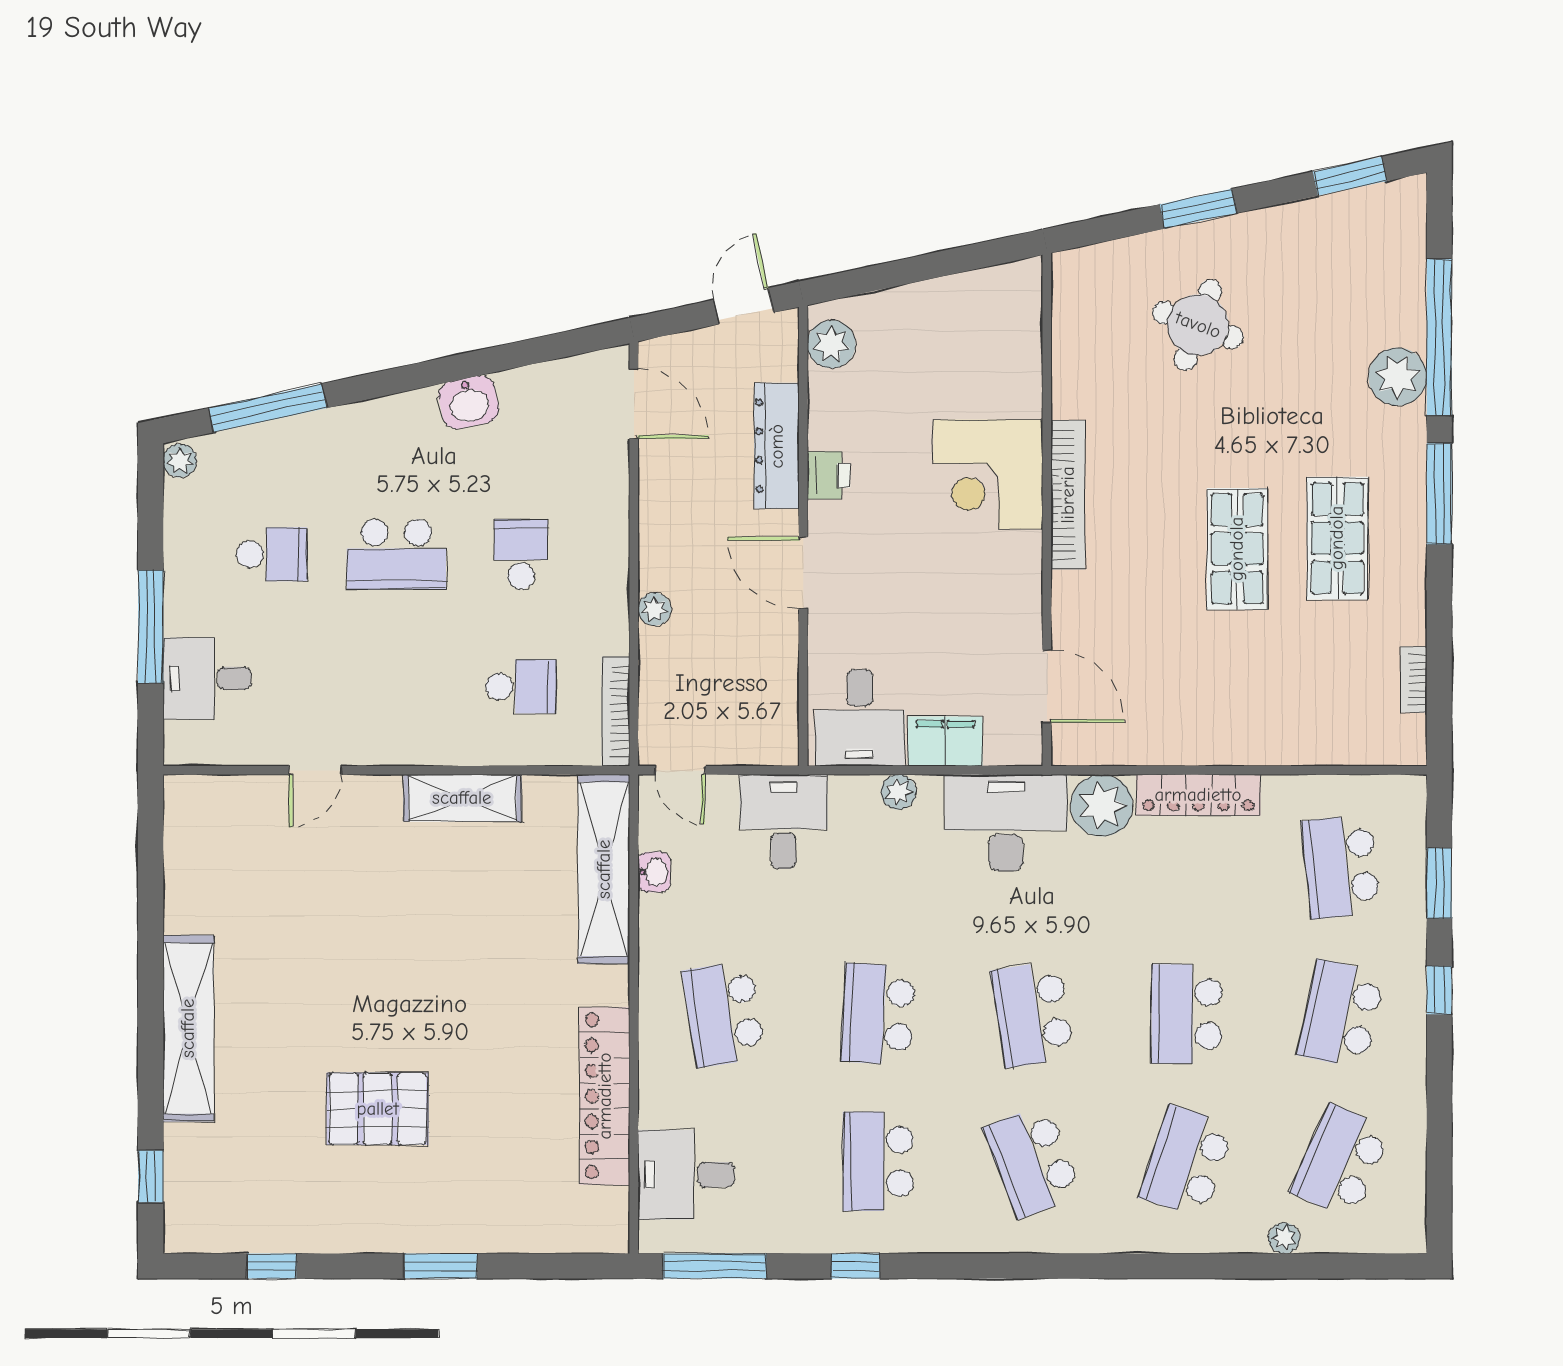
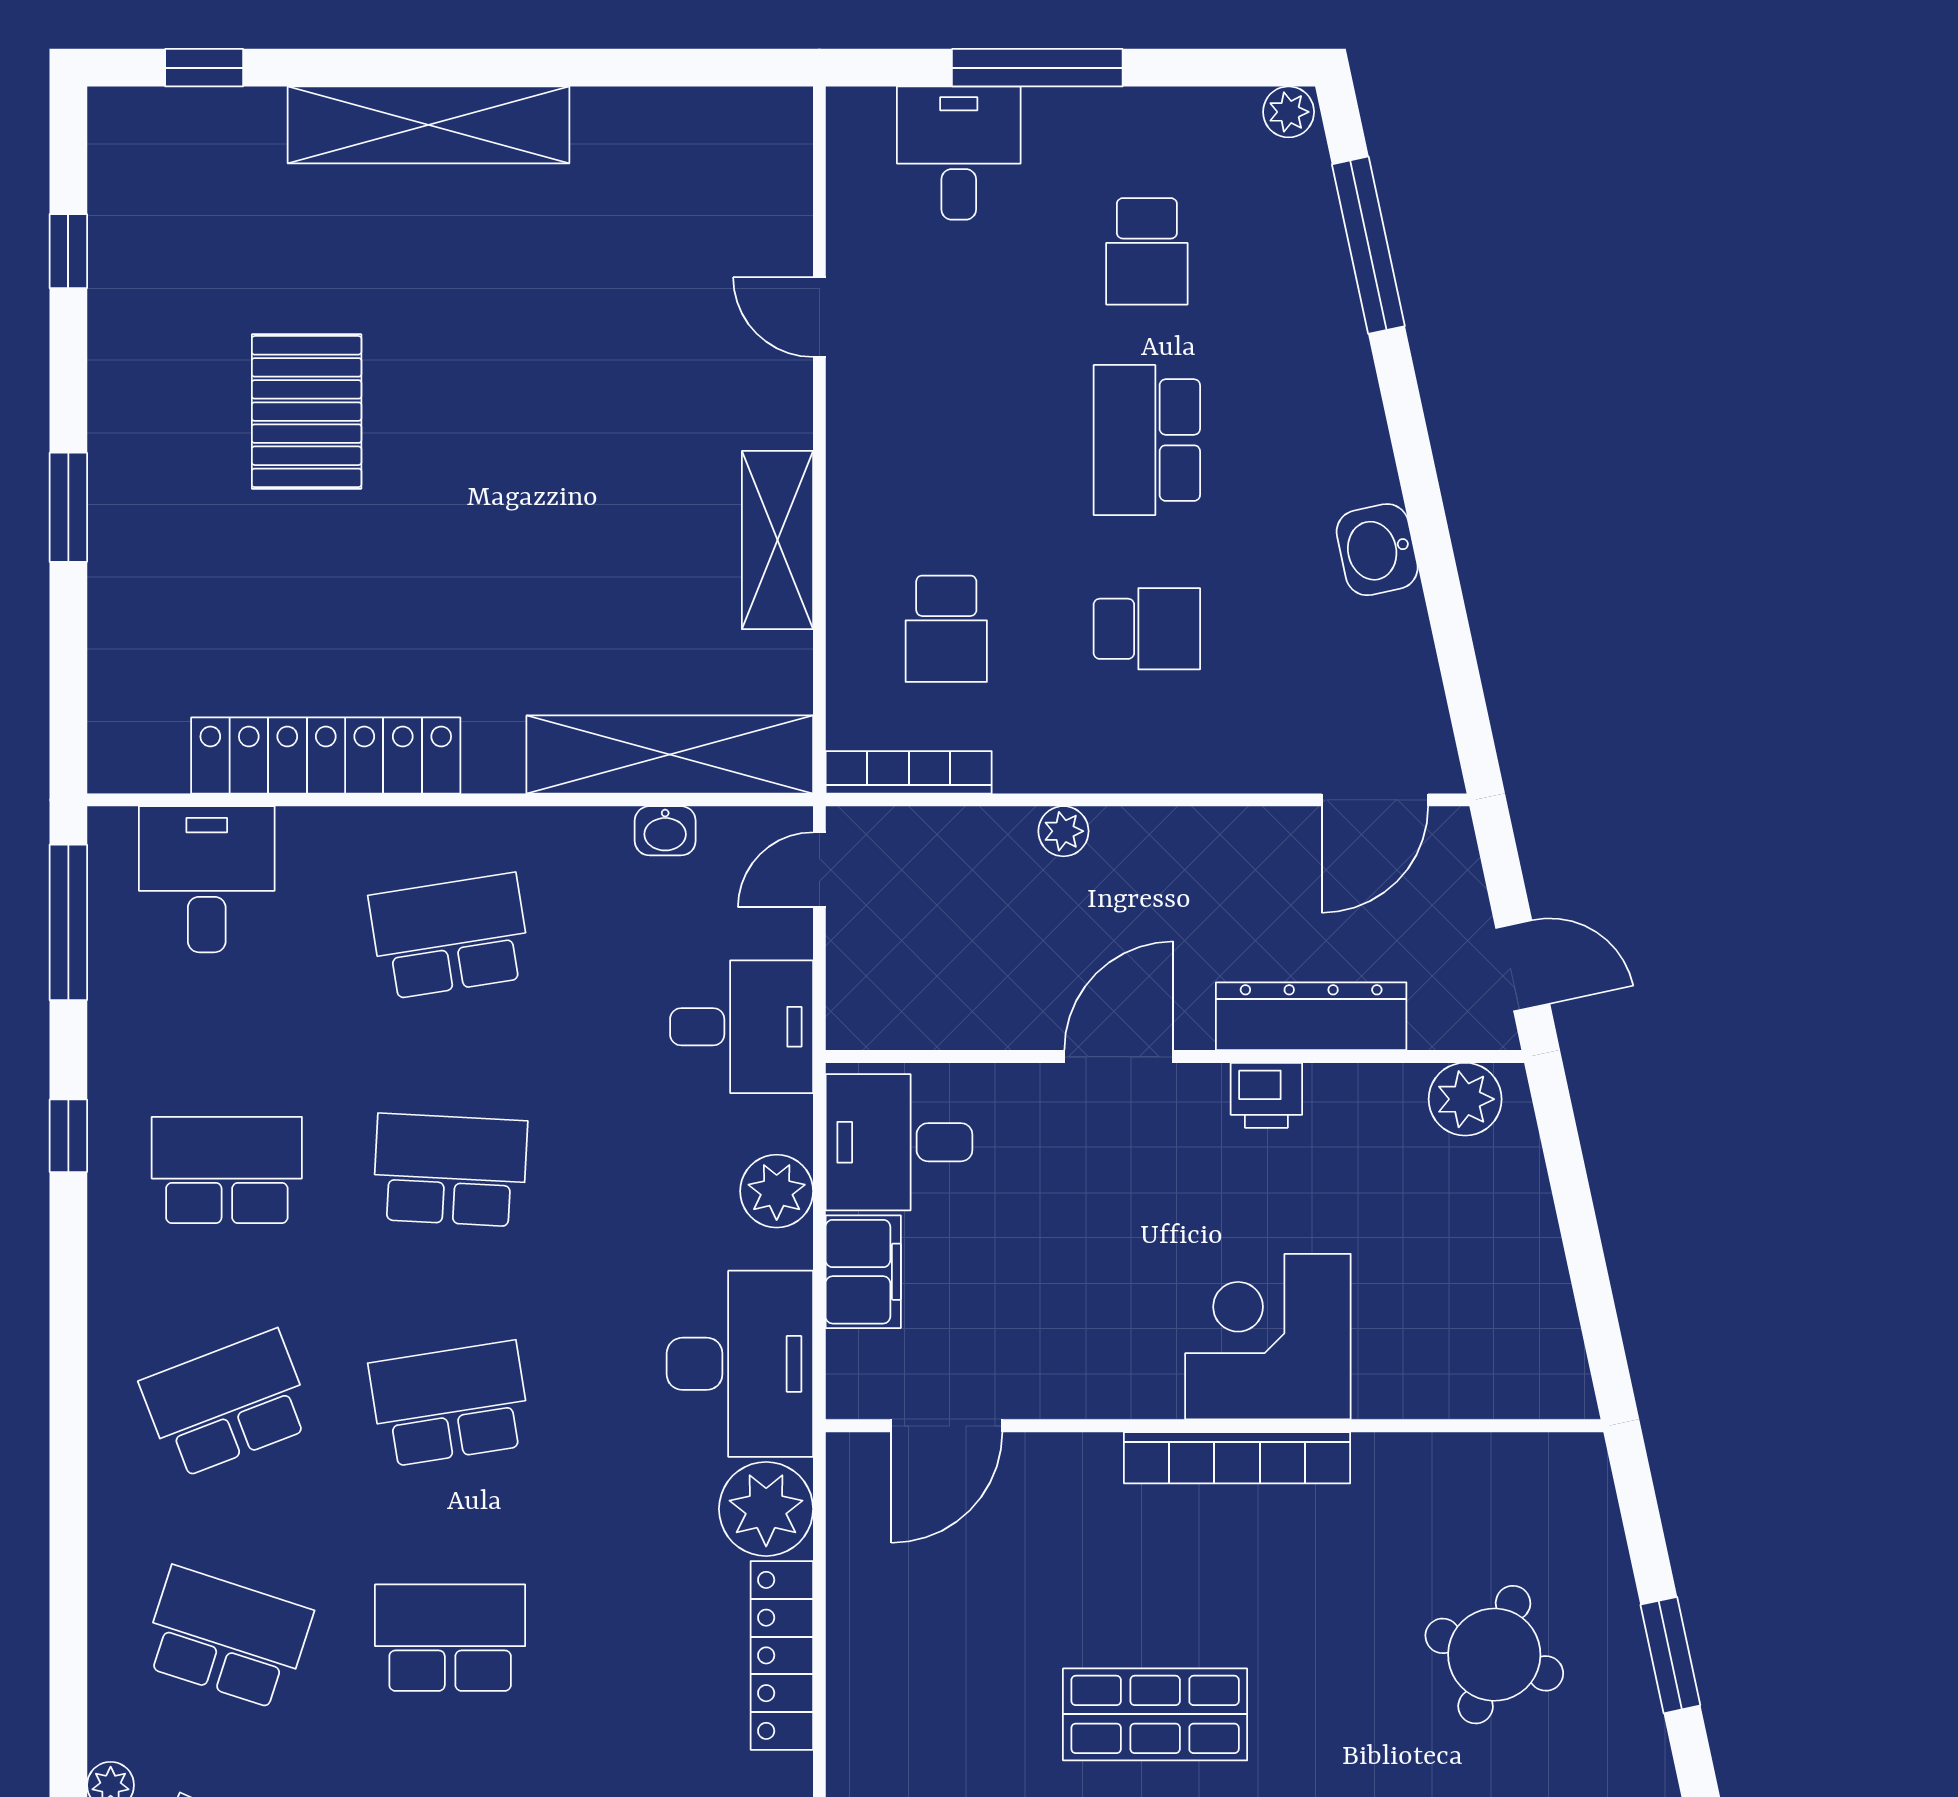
plant: (899, 792) -> (777, 1191), width x1.38, depth x1.38

